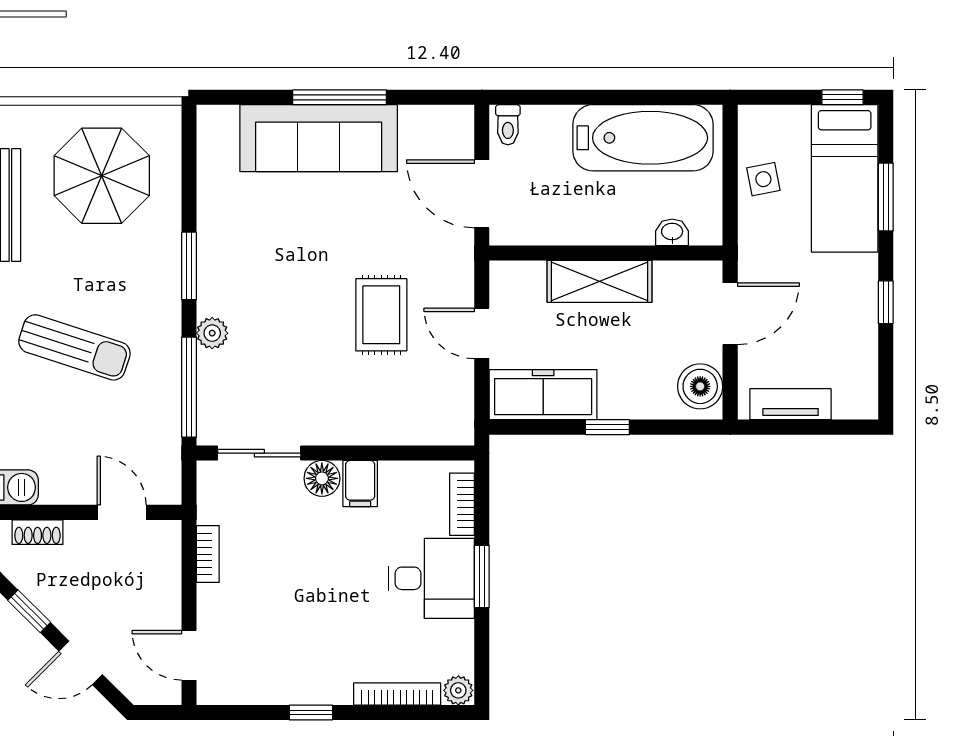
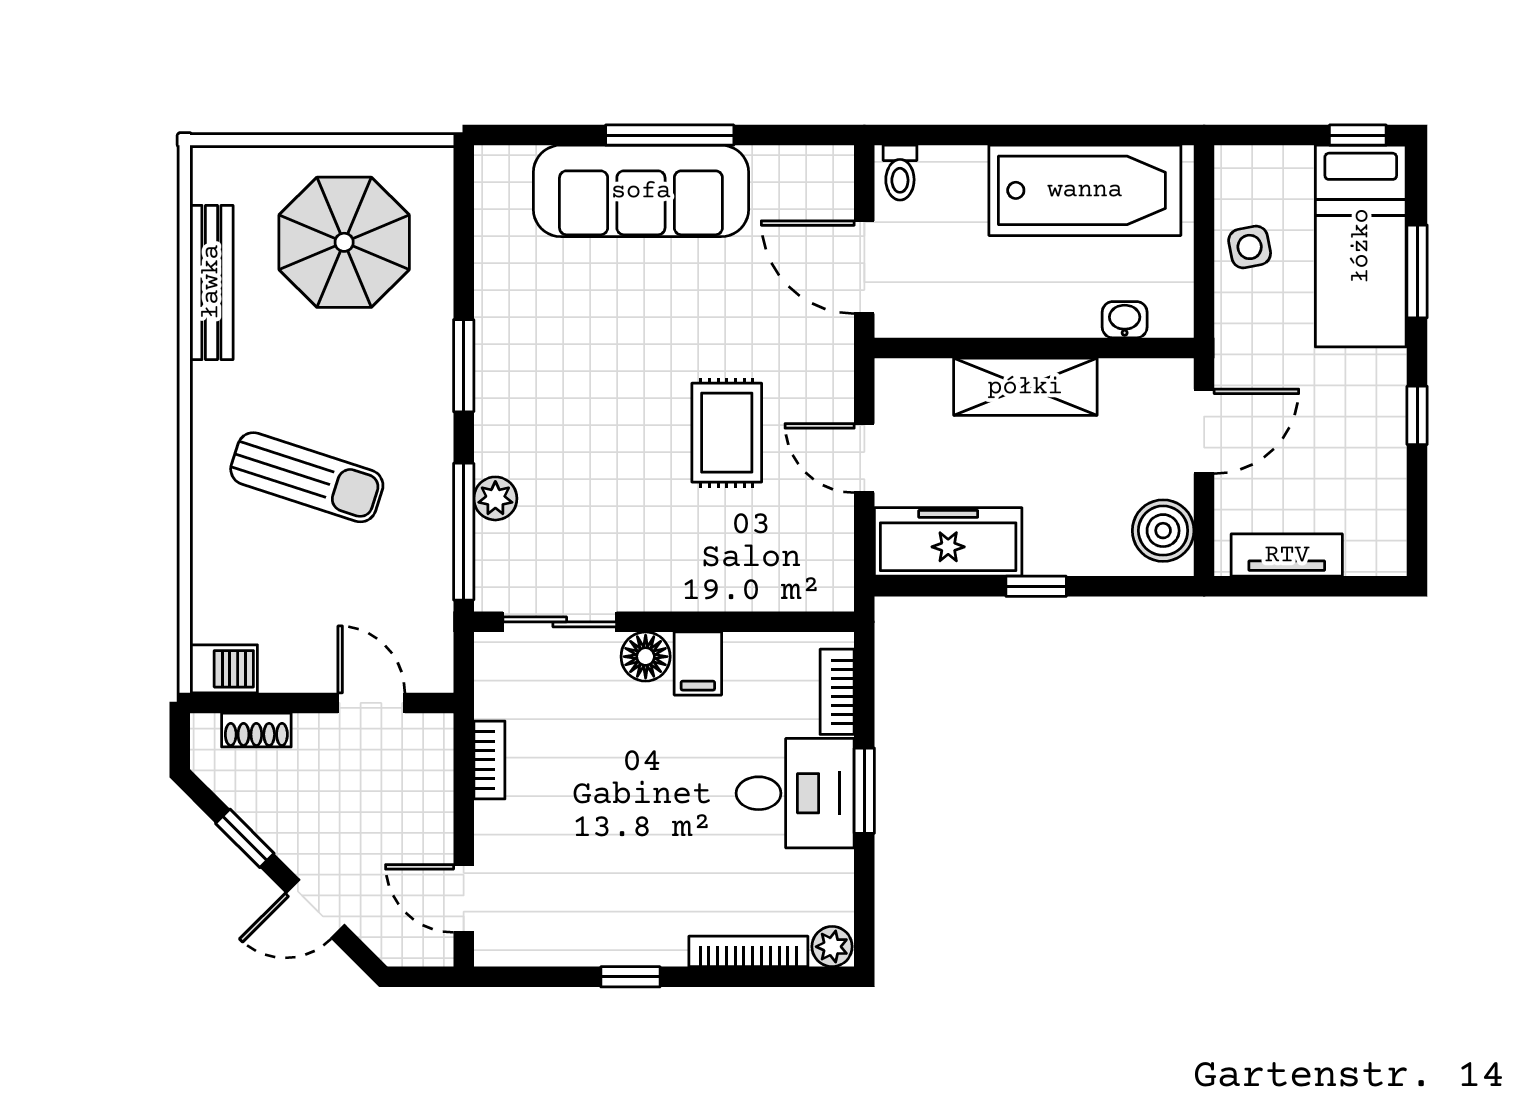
plant: (212, 333) -> (495, 498), moved

